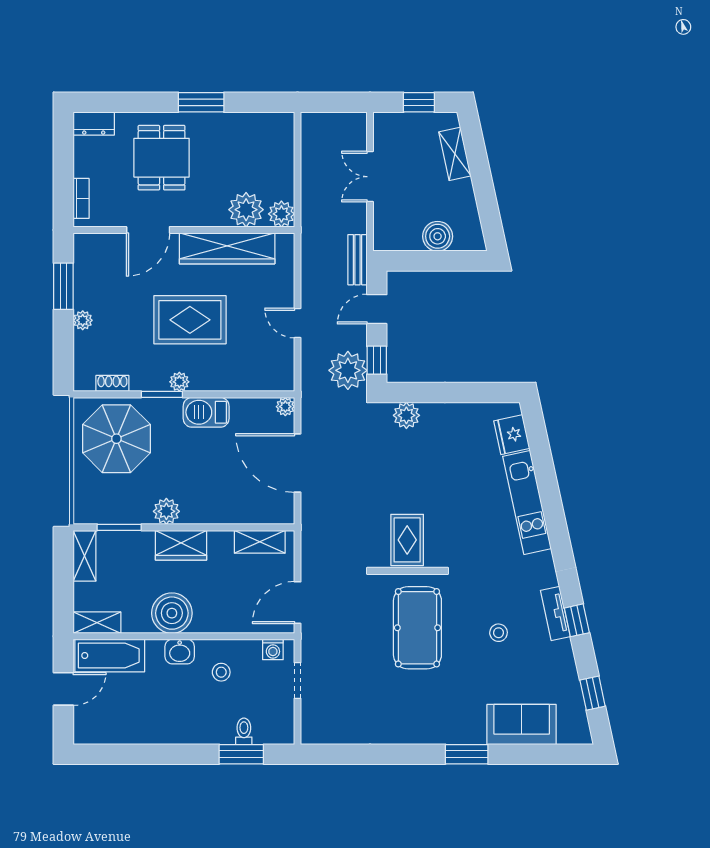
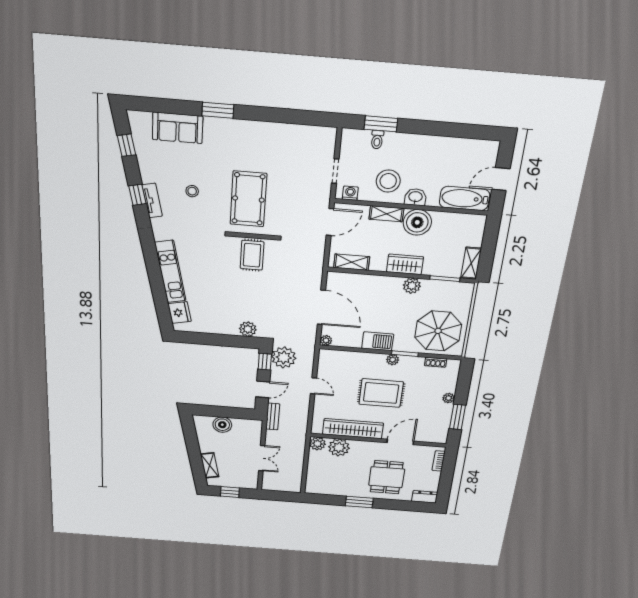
shelving: (97, 623) -> (386, 214), moved
stool: (221, 672) -> (388, 181), width x1.89, depth x1.89

